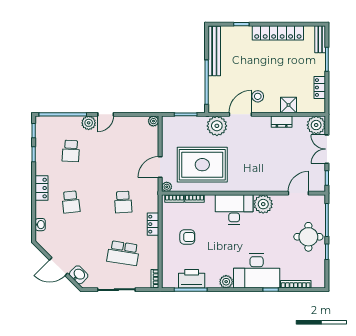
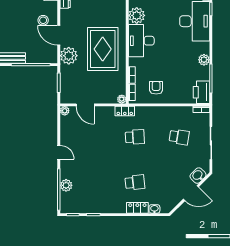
plant: (89, 123) -> (66, 185), moved
school desk: (71, 151) -> (90, 182), removed
rug: (202, 165) -> (103, 49), moved
door: (160, 167) -> (85, 105), moved
locker: (42, 188) -> (137, 208), moved
locker: (153, 224) -> (125, 111), moved
armchair: (187, 237) -> (156, 88), moved
school desk: (123, 253) -> (179, 137), width x0.54
door: (59, 267) -> (191, 193), hinge flipped
printer: (192, 279) -> (201, 92), moved
plant: (226, 282) -> (204, 60), moved

